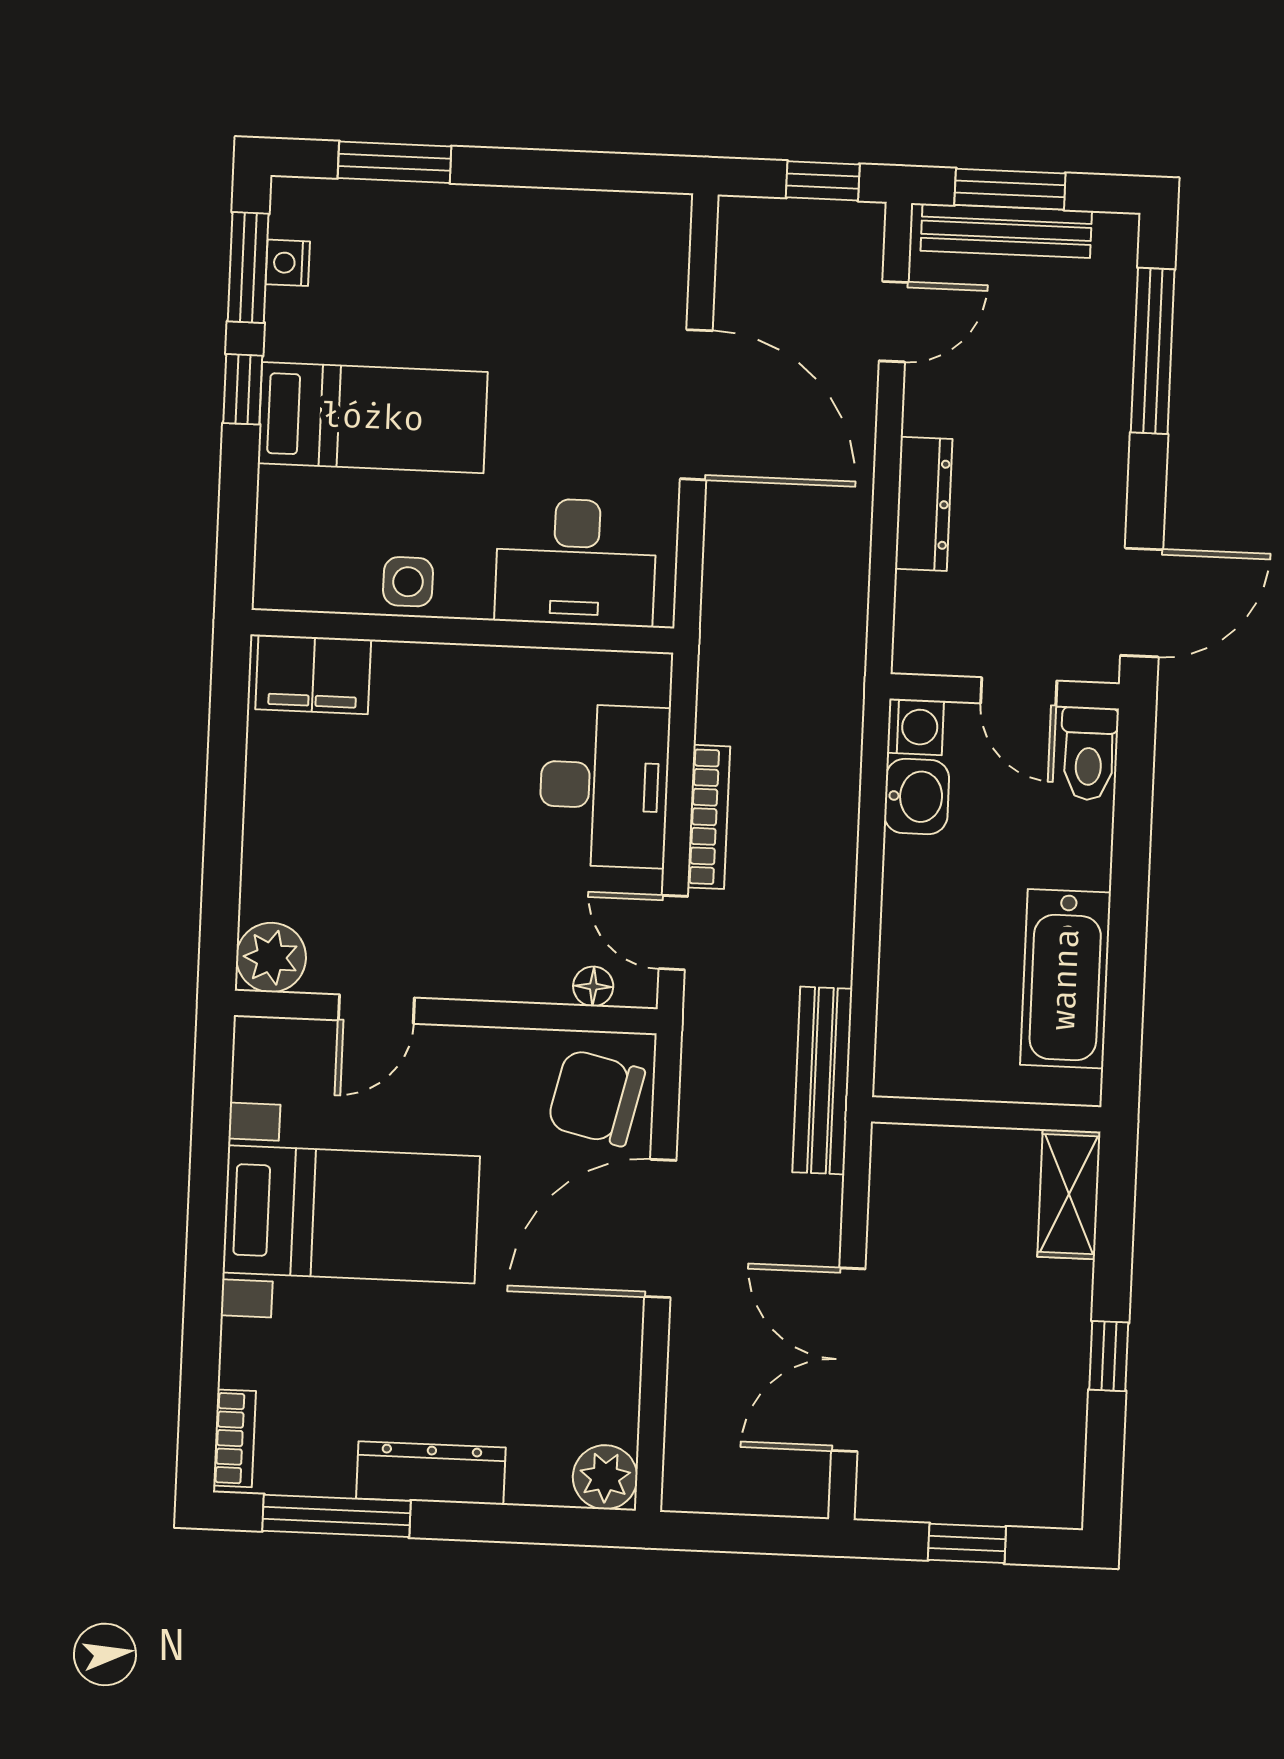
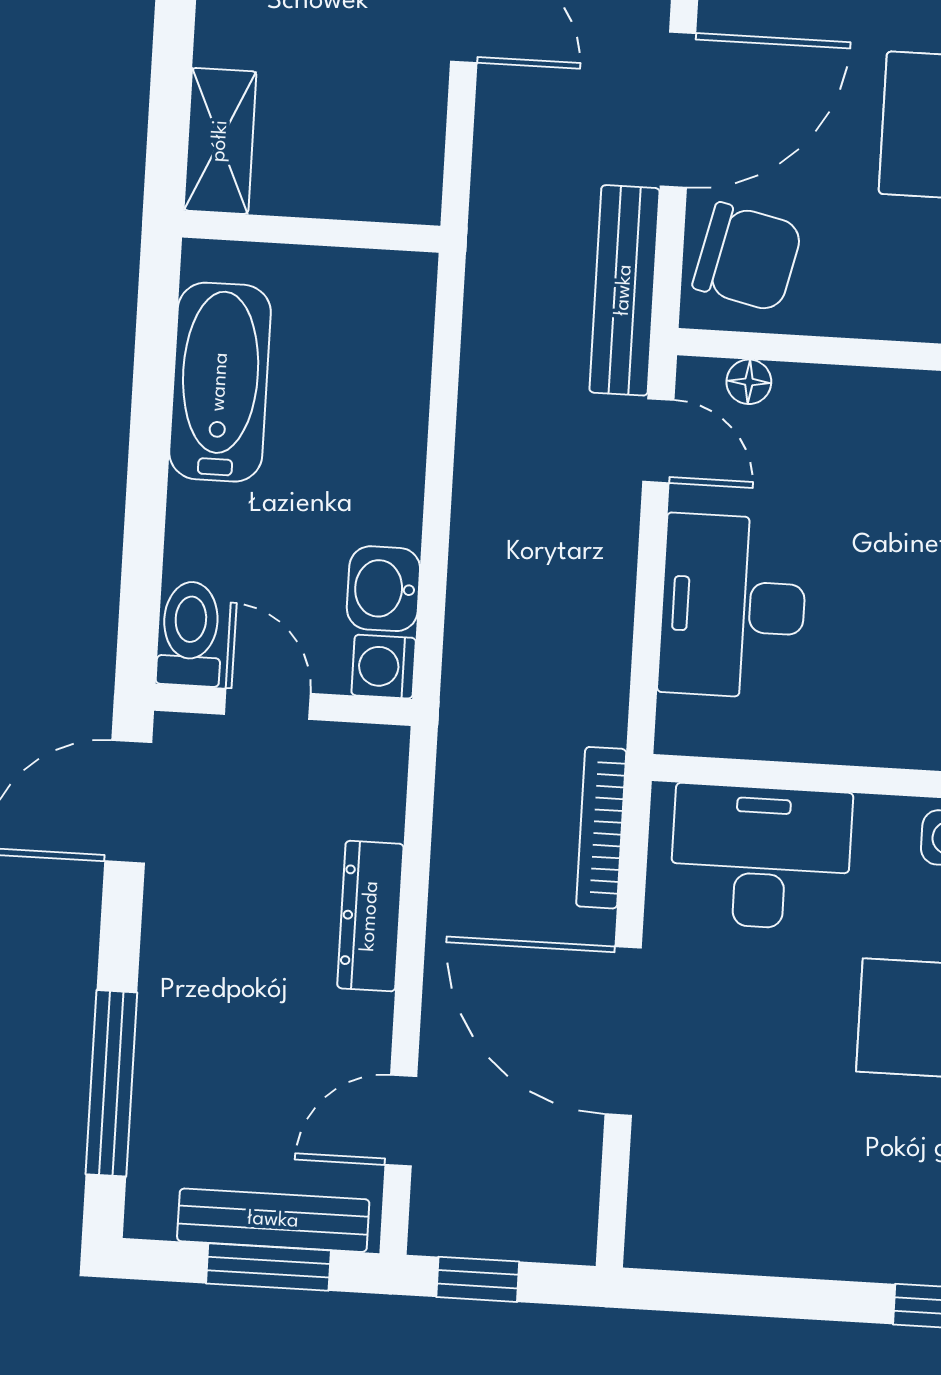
bookcase: (709, 817) -> (601, 828), moved
bench: (822, 1080) -> (624, 290), moved

